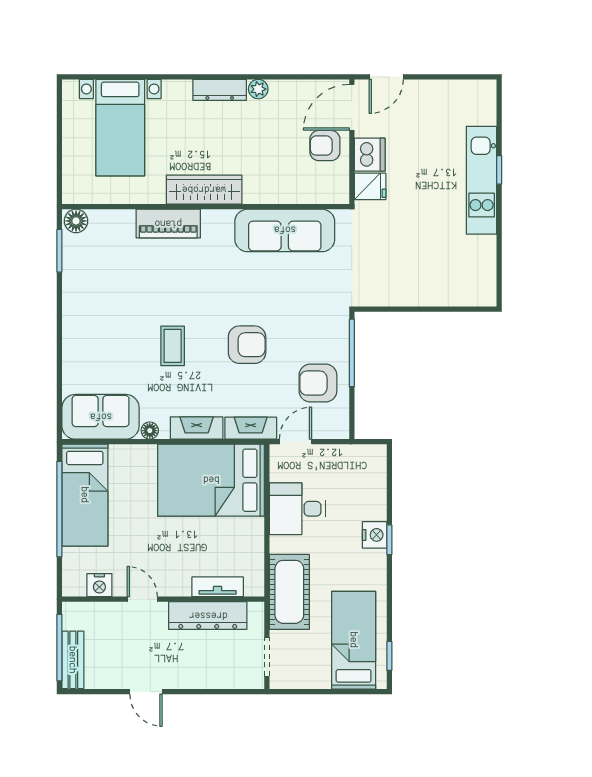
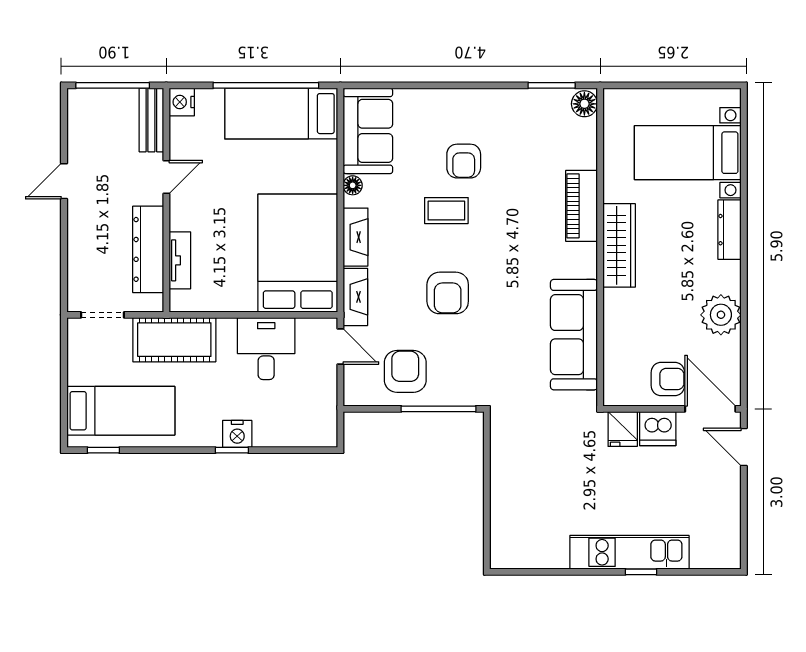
plant: (258, 89) -> (721, 315), width x1.87, depth x1.87
dresser: (220, 90) -> (730, 230), moved
armchair: (325, 146) -> (668, 379), turned 90
armchair: (128, 330) -> (464, 161), added
nightstand: (99, 585) -> (182, 102), moved
bench: (73, 660) -> (151, 120), moved, turned 90

